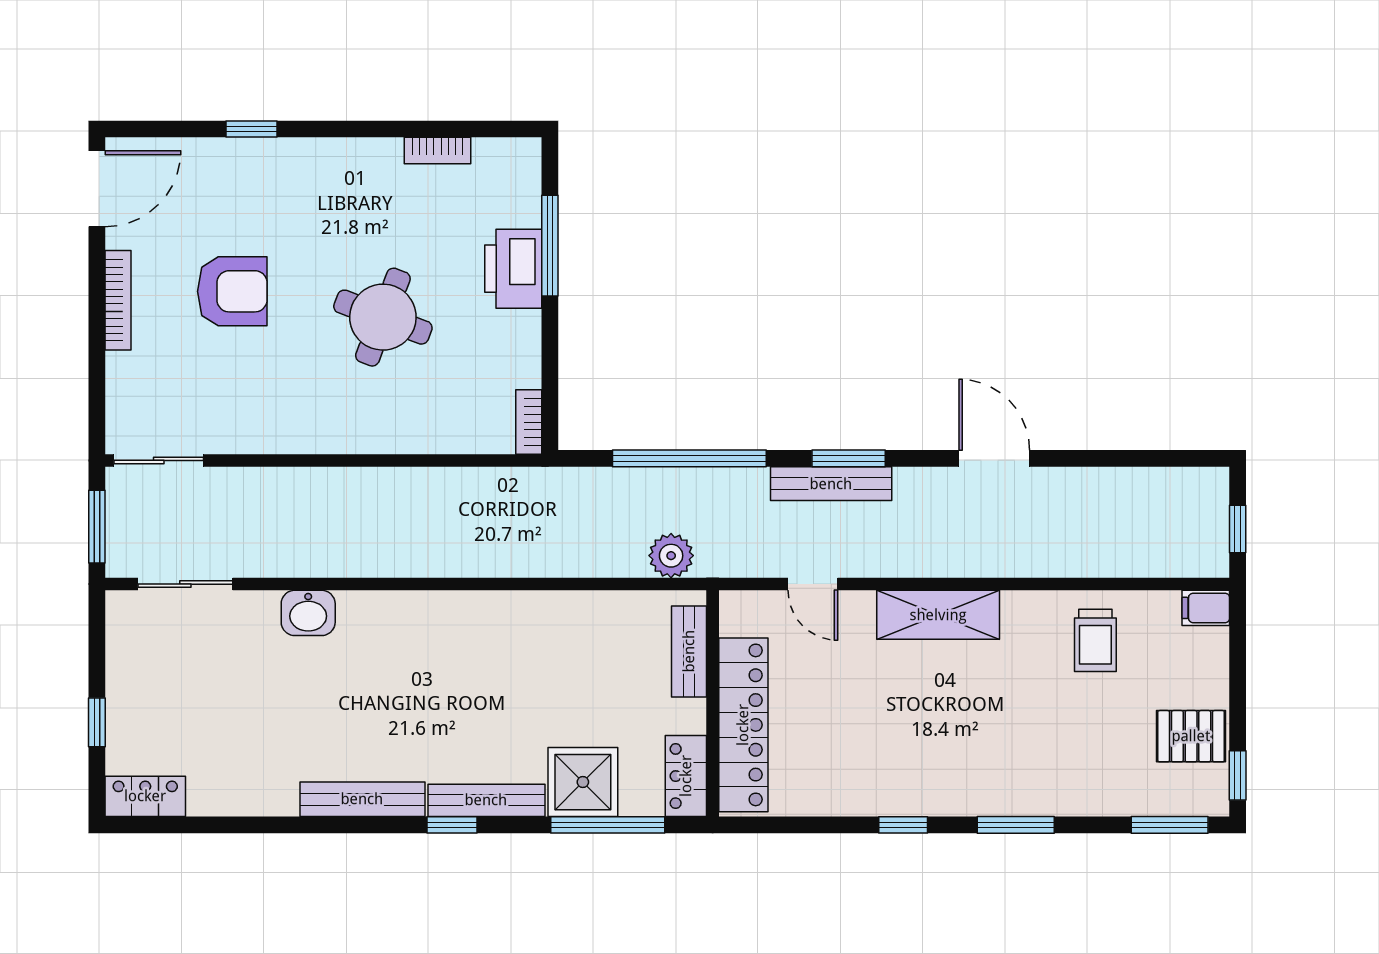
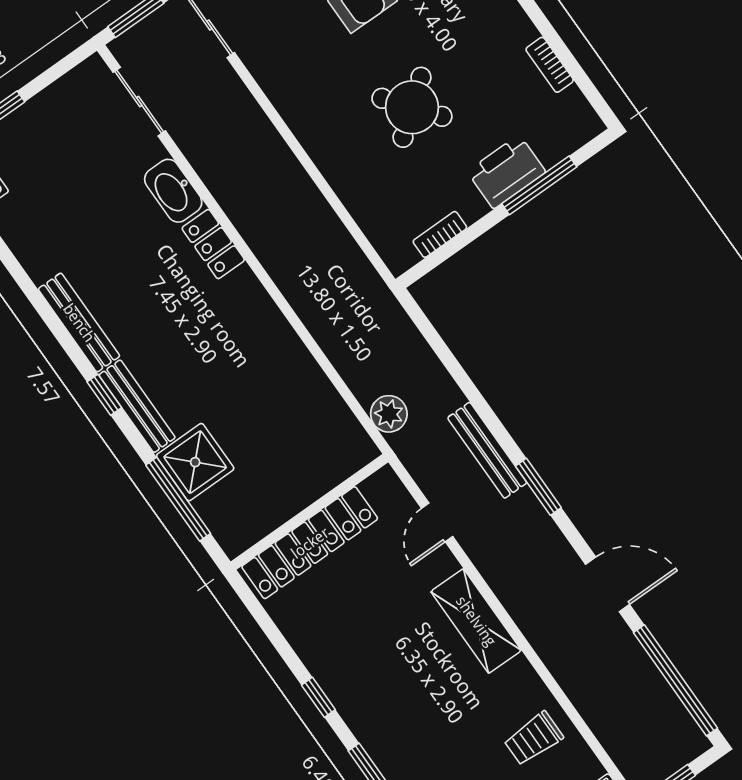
round table: (383, 317) -> (412, 107), turned 31
bookcase: (529, 422) -> (440, 234), moved
window: (689, 458) -> (675, 680), moved
door: (994, 458) -> (607, 584), hinge flipped
bench: (831, 484) -> (487, 450), moved
washbasin: (308, 613) -> (173, 191), width x1.38
bench: (689, 651) -> (333, 471), removed
locker: (686, 776) -> (213, 244), moved, turned -90

